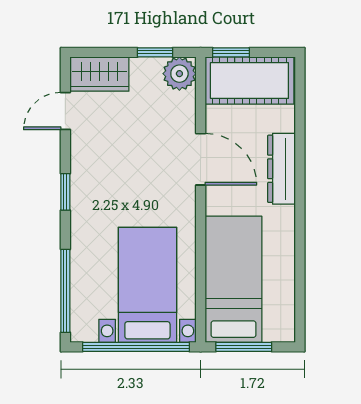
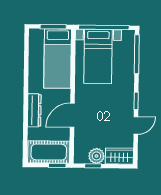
plant: (179, 74) -> (96, 156), moved
door: (65, 111) -> (136, 125), moved
door: (201, 159) -> (72, 115), hinge flipped

